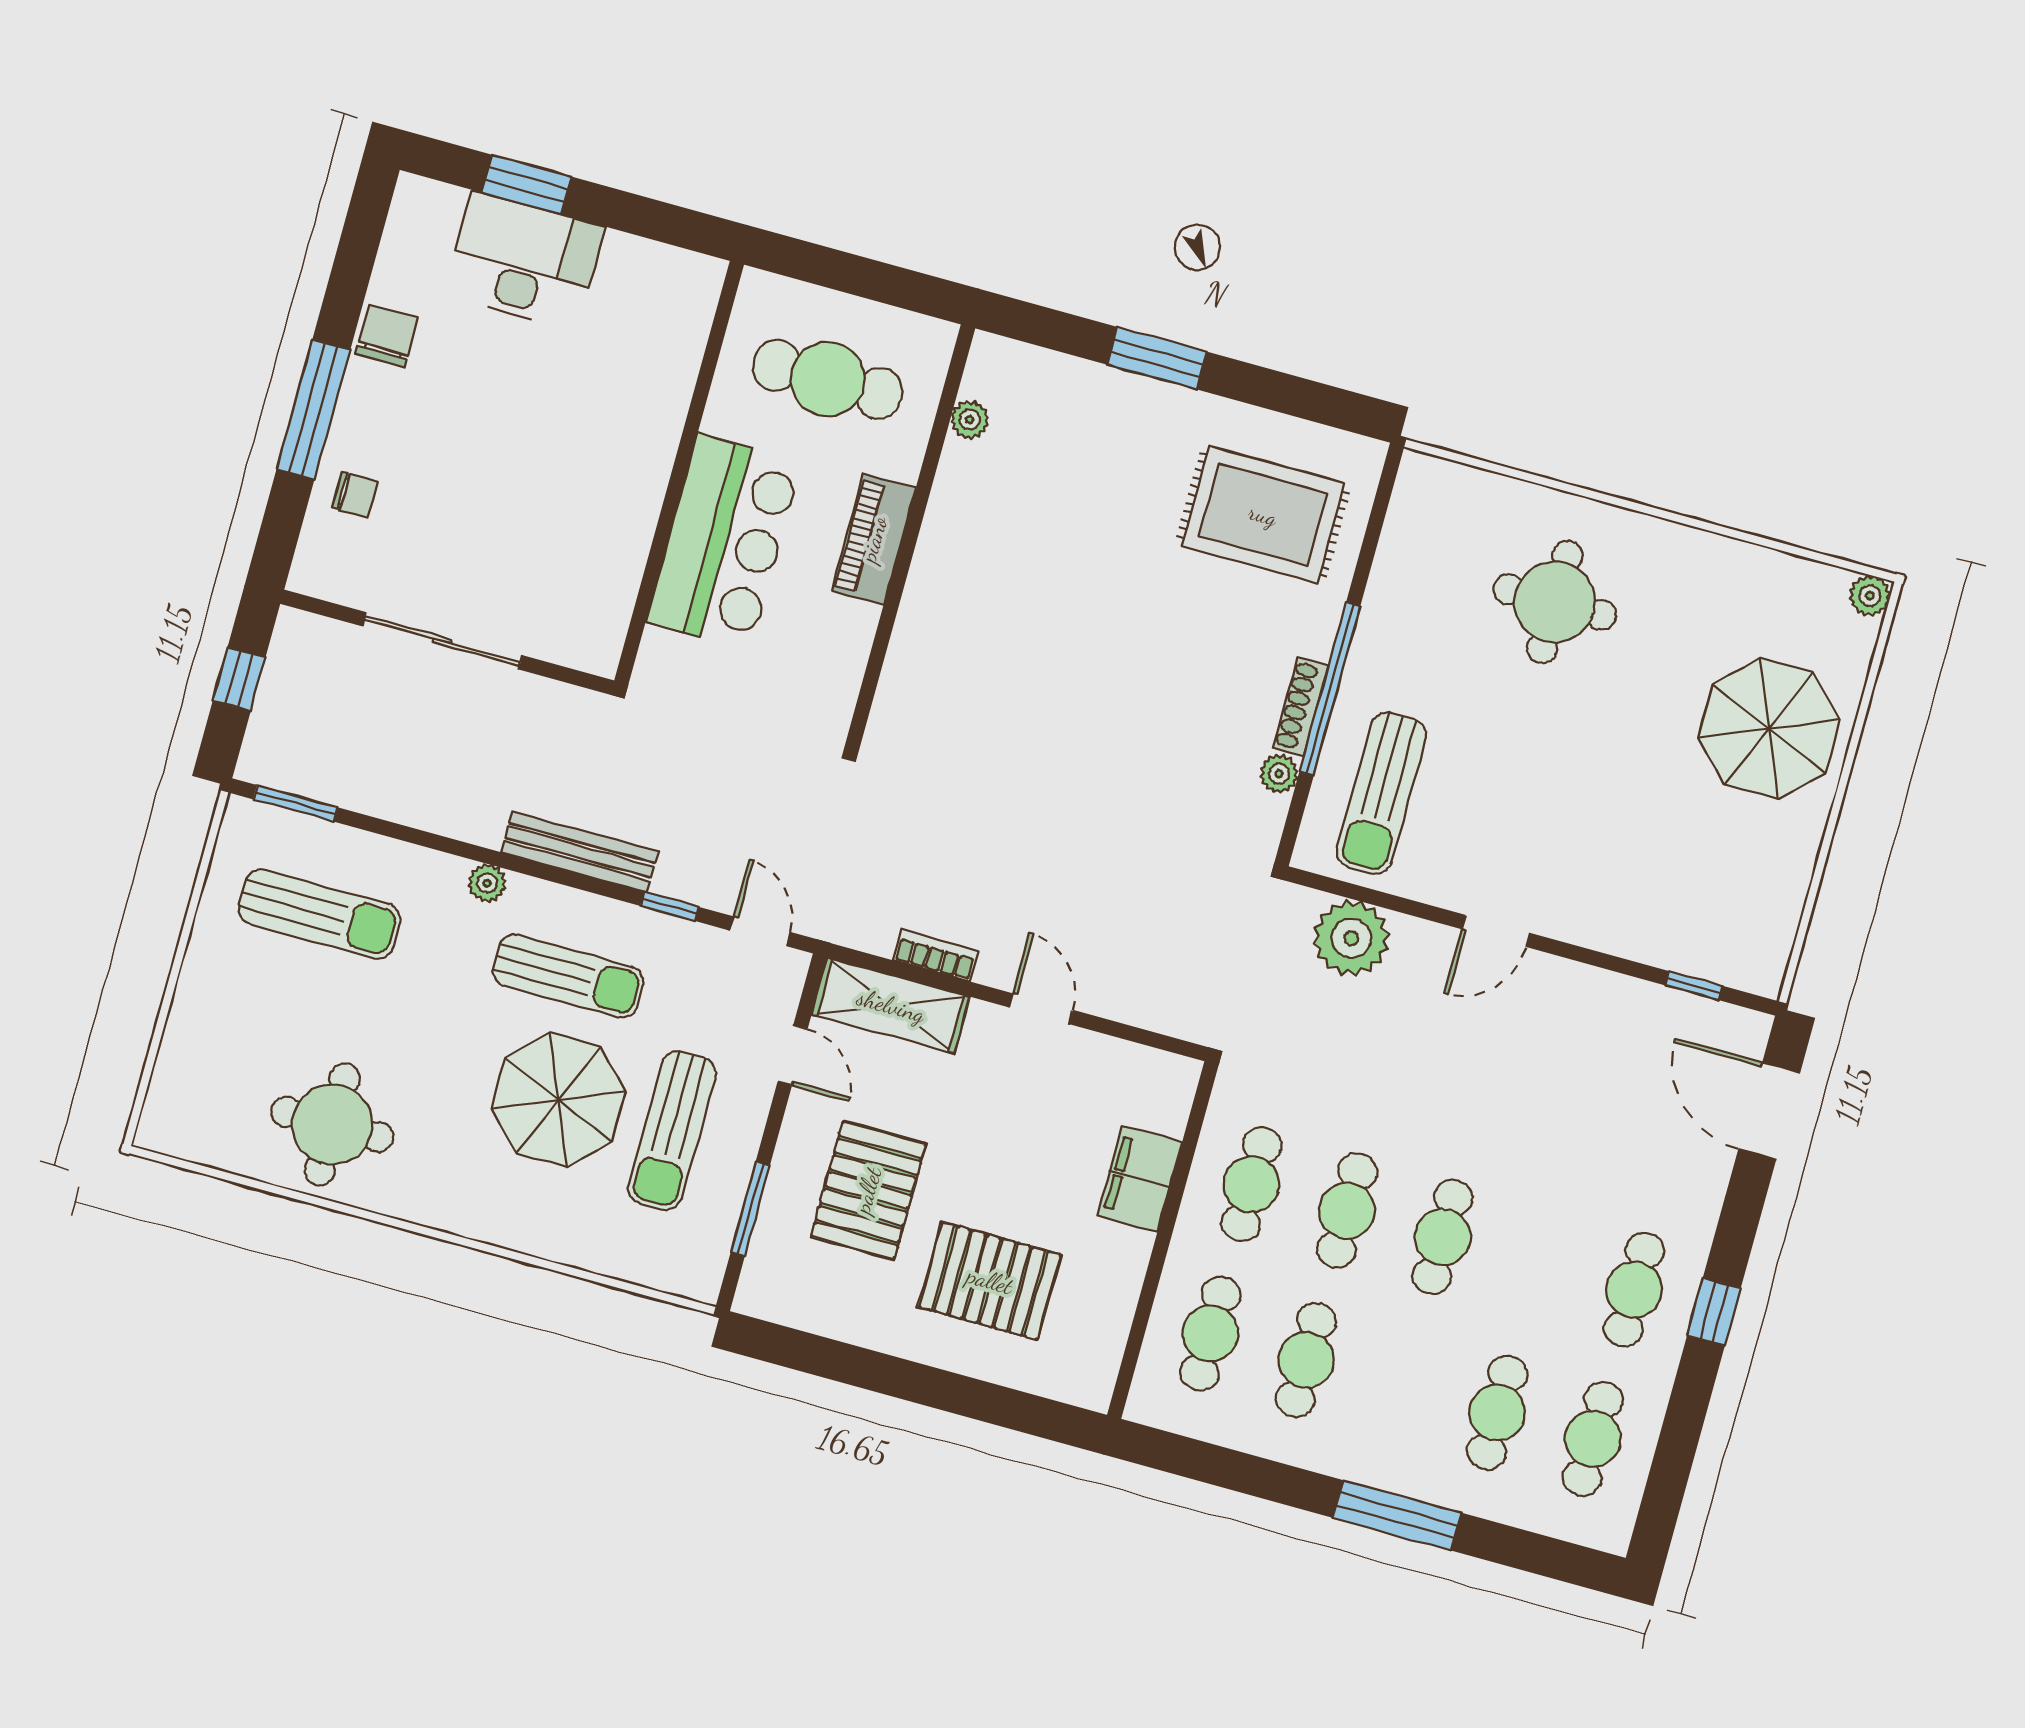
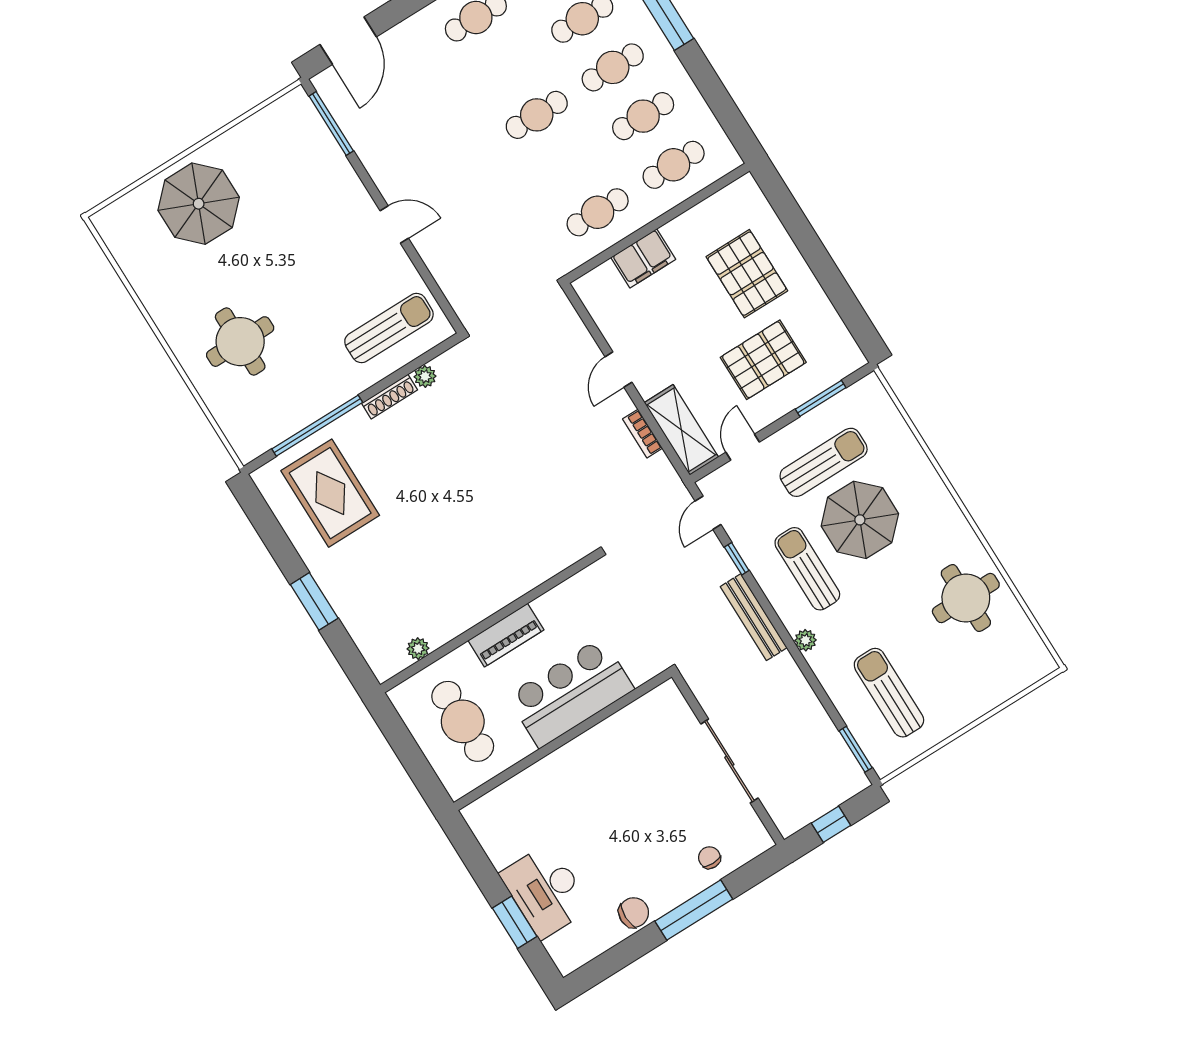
chair: (387, 336) -> (634, 913), turned 180
plant: (1870, 596) -> (103, 221), removed
window: (1330, 689) -> (317, 426), moved
plant: (1351, 938) -> (459, 278), removed
window: (1694, 986) -> (331, 124), width x2.17
cafe table: (1347, 1211) -> (613, 67), moved

